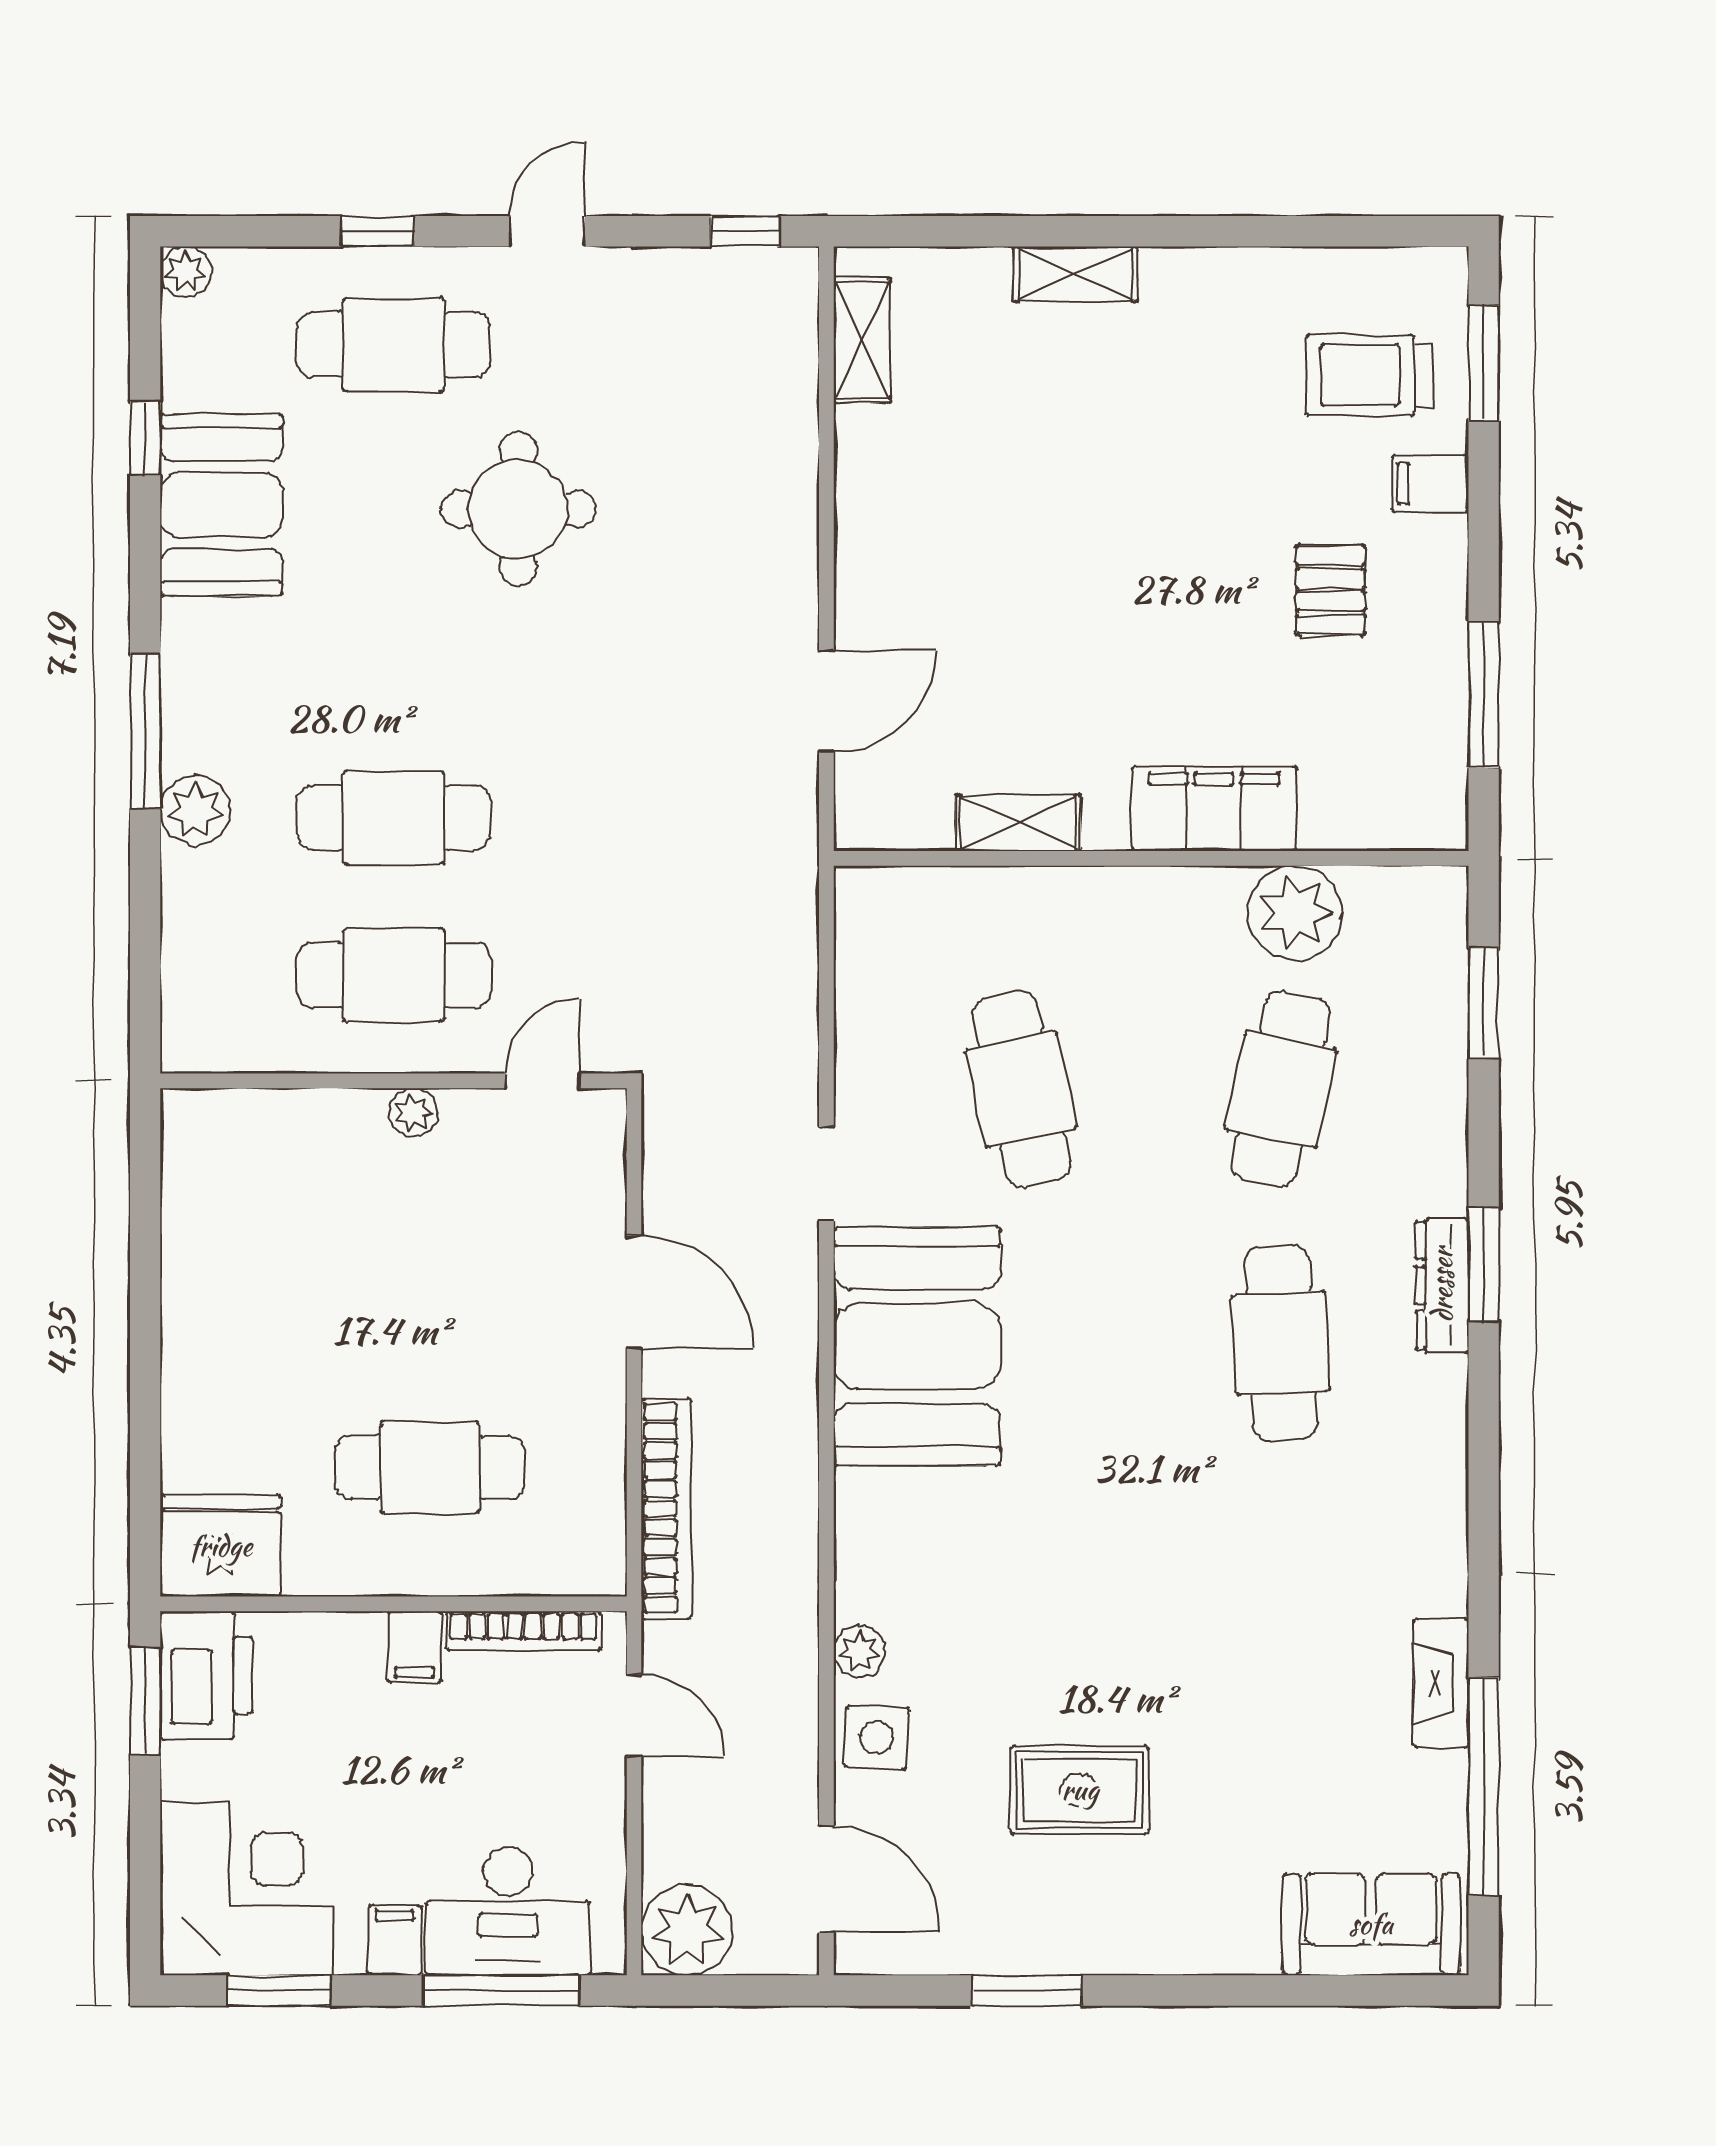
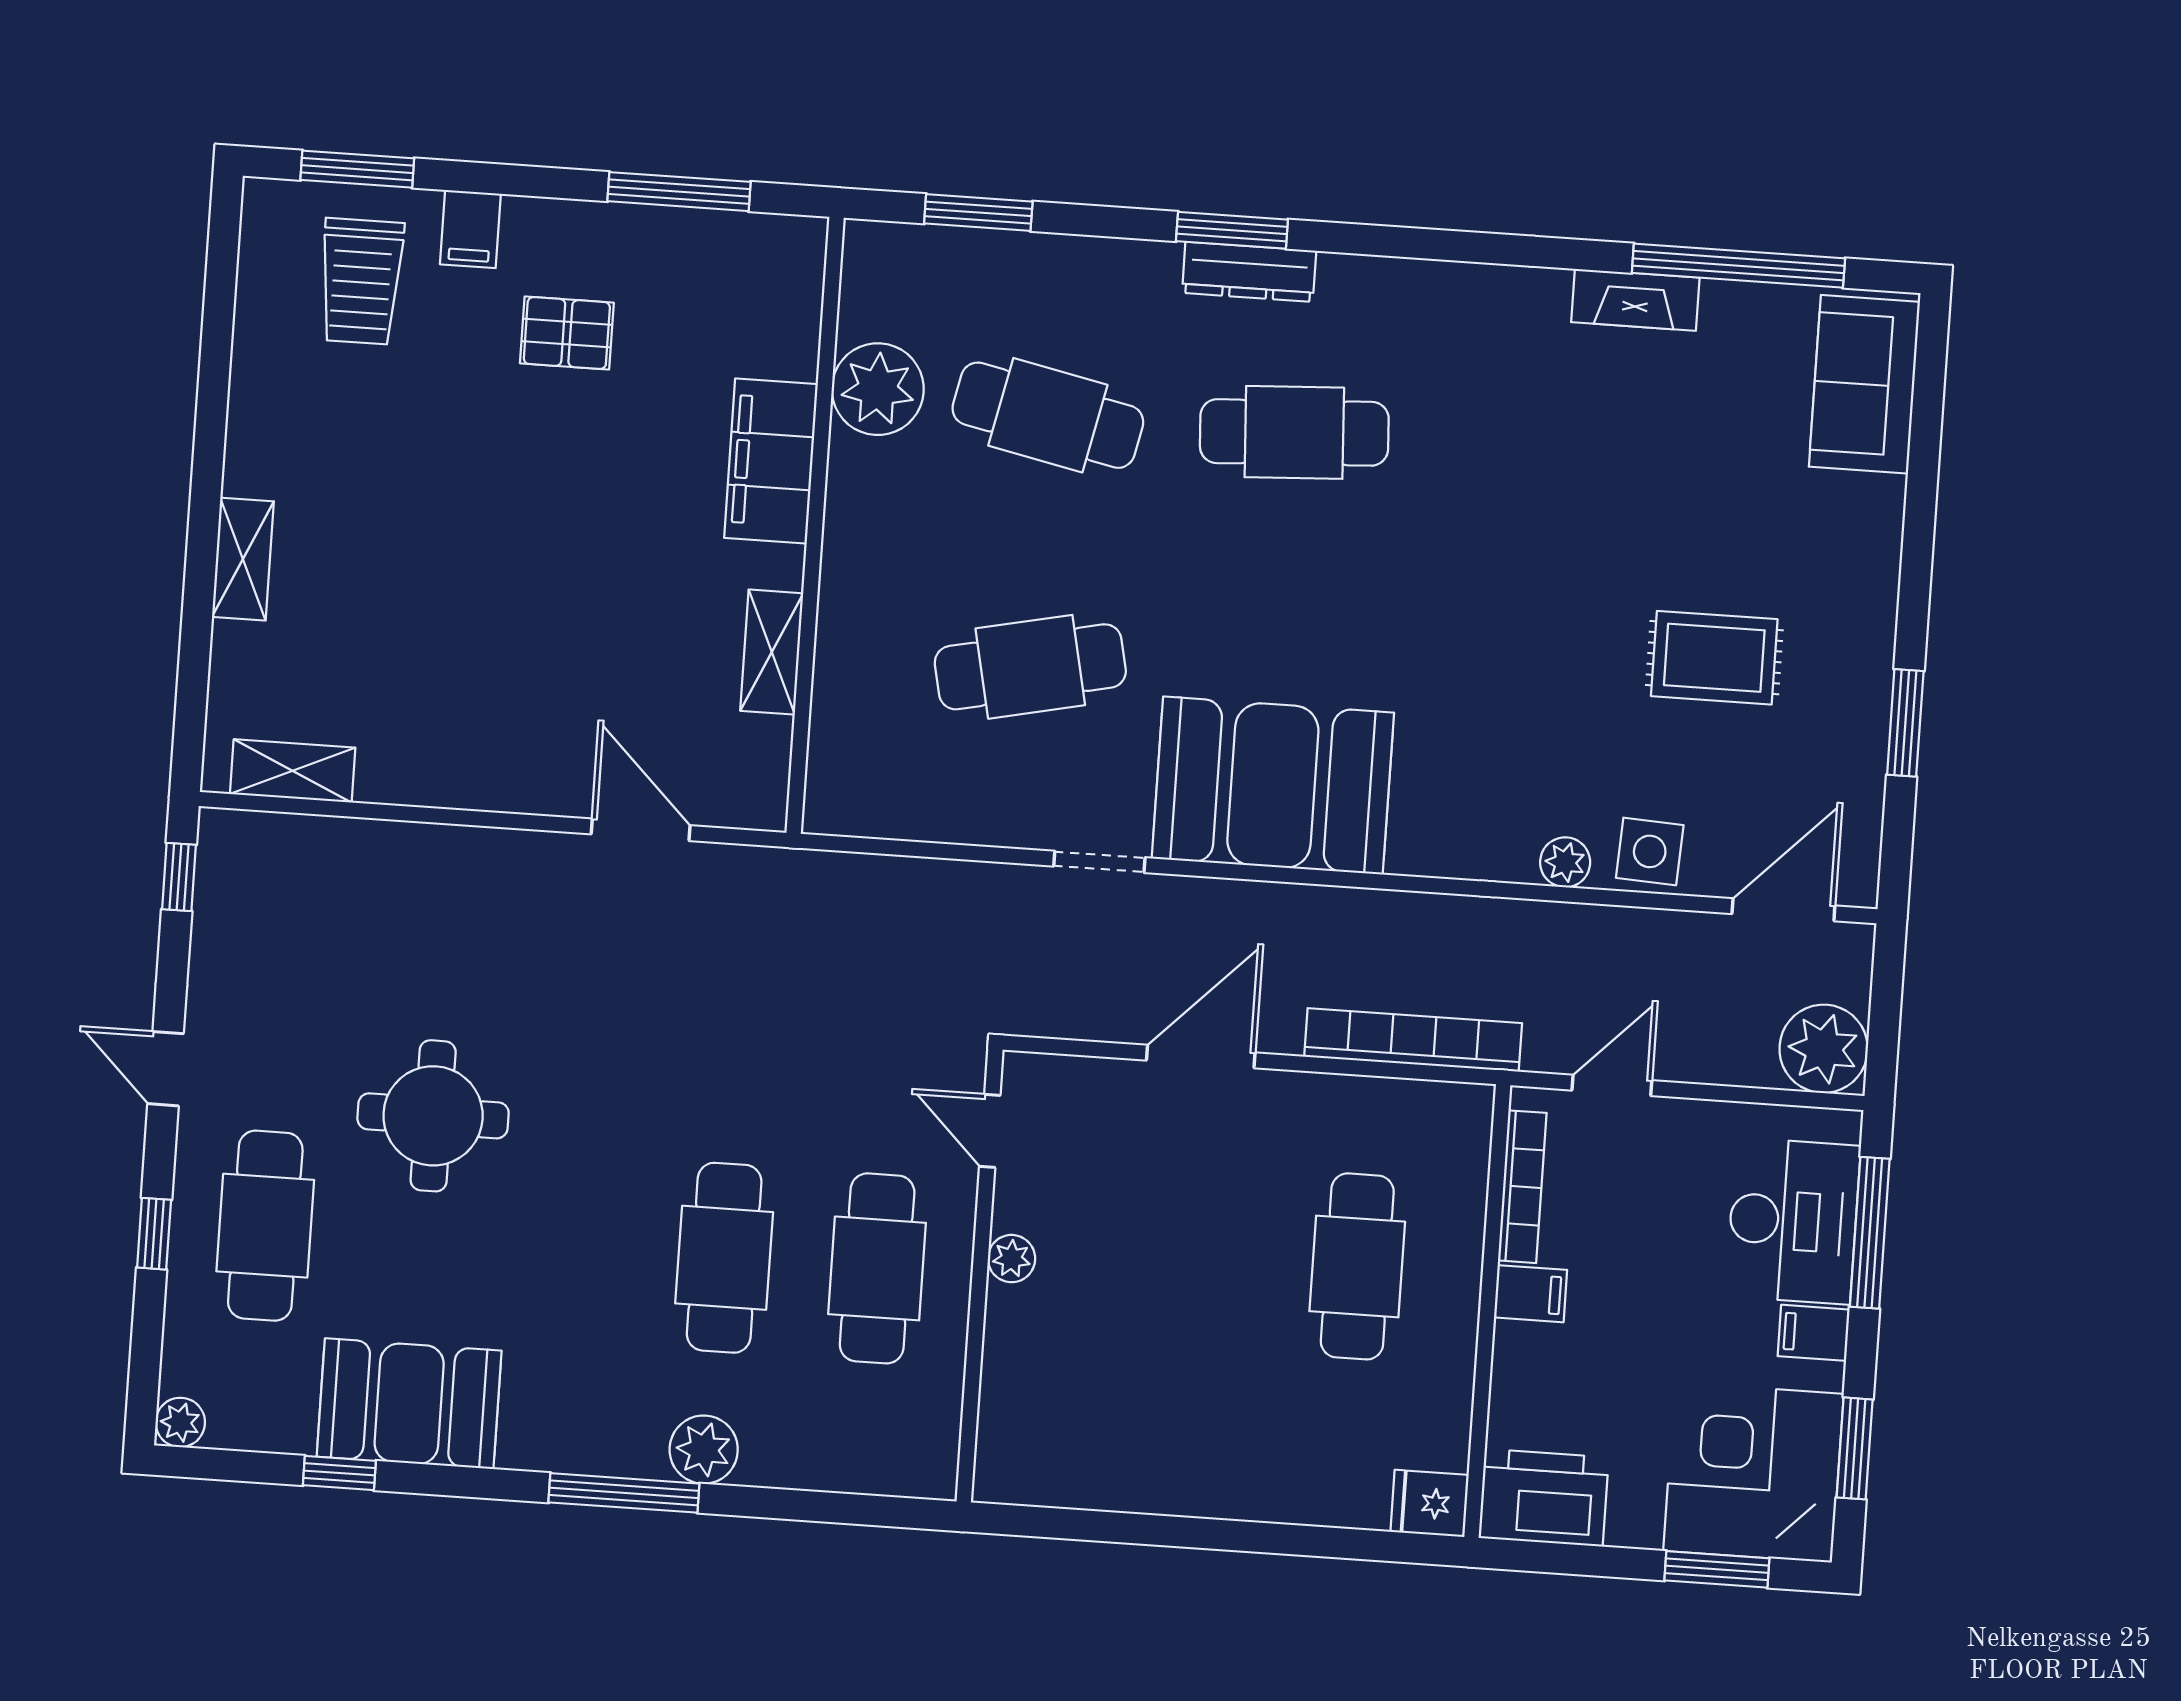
fridge: (221, 1546) -> (1430, 1503), width x0.53, depth x0.75
window: (145, 1701) -> (1717, 1569), moved
rug: (1080, 1790) -> (1714, 658), turned 90

